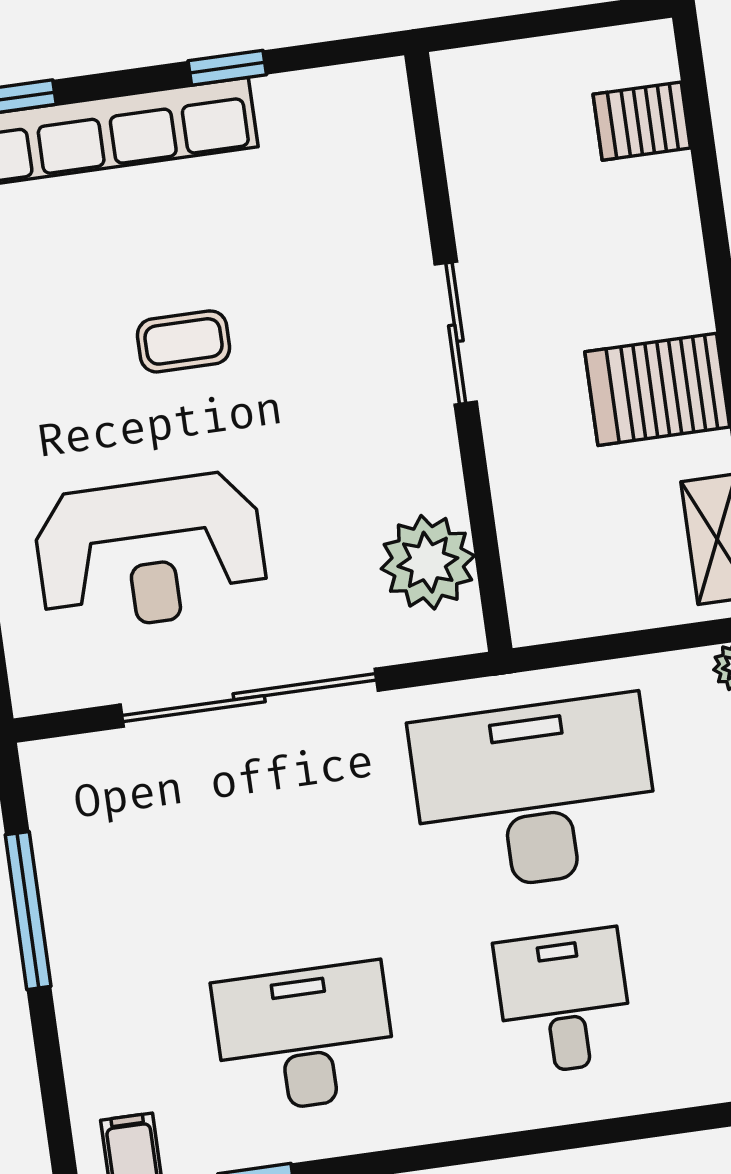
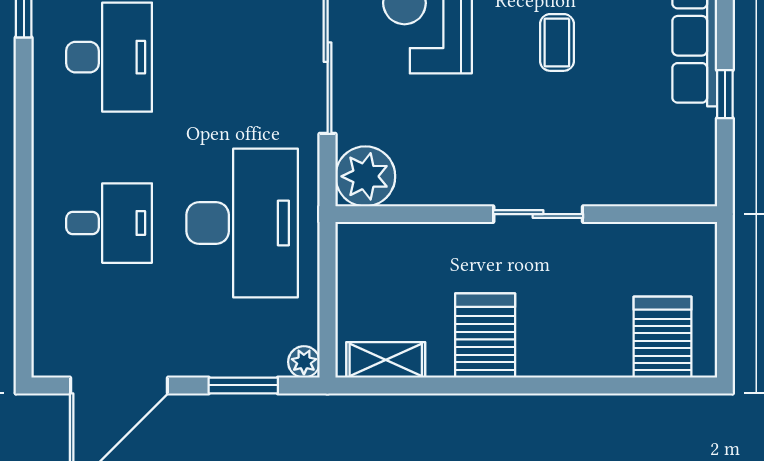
server rack: (642, 121) -> (663, 337), width x1.36, depth x1.44
plant: (428, 562) -> (365, 176), moved

